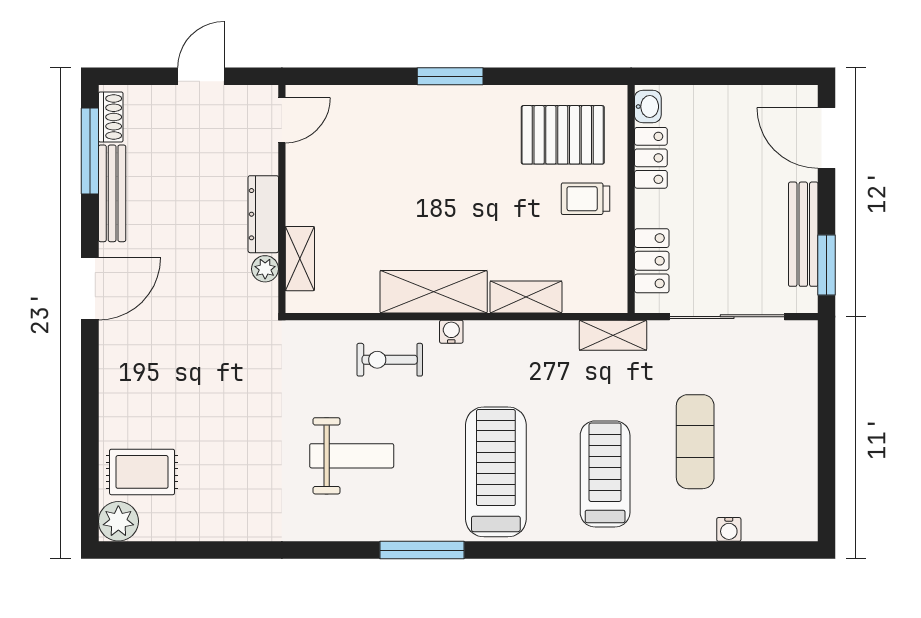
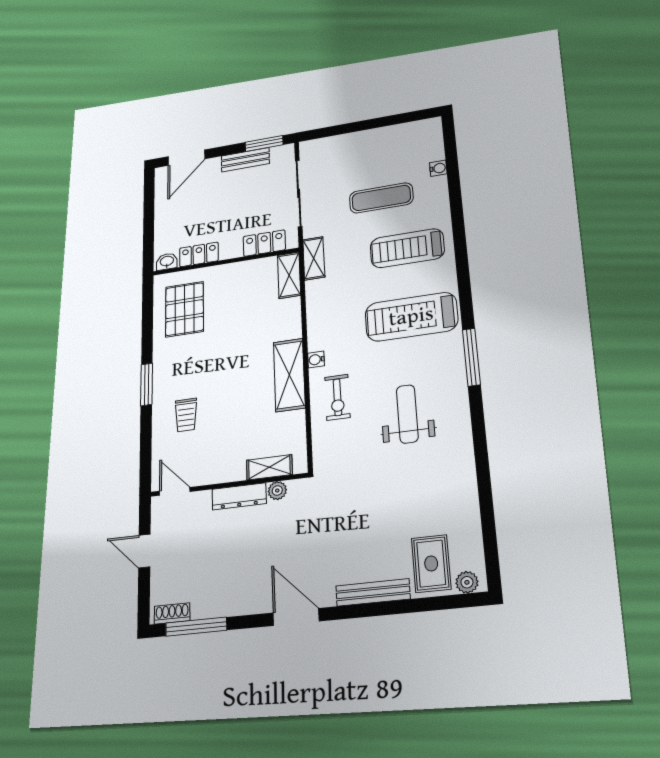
bench: (112, 193) -> (373, 592), moved
trolley: (585, 199) -> (186, 415), moved
bench: (803, 234) -> (245, 160), width x0.73
shelving: (526, 297) -> (289, 275), moved
plant: (118, 521) -> (467, 582), width x0.73, depth x0.73

